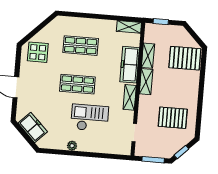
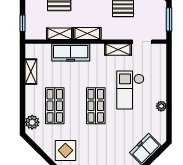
plant: (67, 23) -> (32, 122), added
shelving: (129, 27) -> (31, 72), moved
shelving: (130, 97) -> (118, 50), moved

